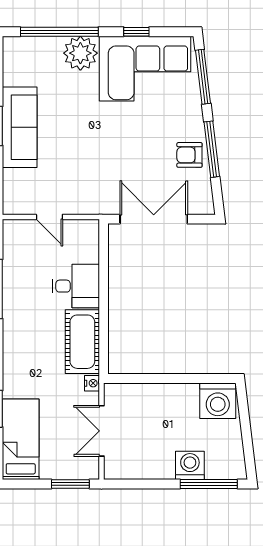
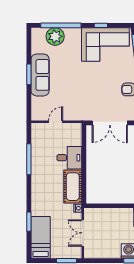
plant: (80, 53) -> (55, 36), moved
door: (49, 217) -> (56, 122), swing flipped
double door: (154, 219) -> (110, 123), swing flipped

